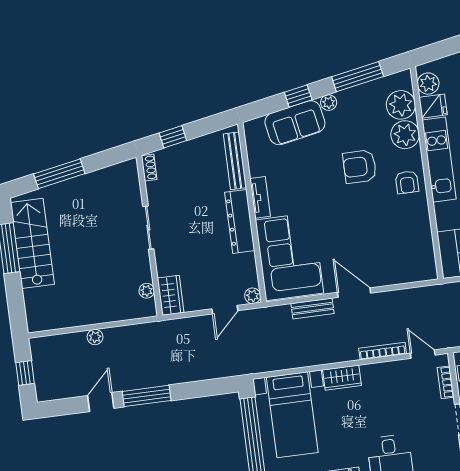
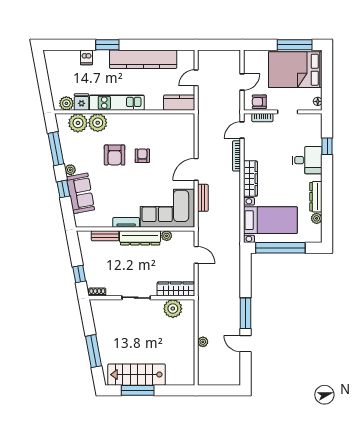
bench: (235, 161) -> (105, 236), width x0.73
armchair: (407, 182) -> (142, 156), moved, turned -90
plant: (147, 291) -> (173, 309), width x1.88, depth x1.88
wardrobe: (171, 295) -> (176, 289), width x1.50
plant: (253, 296) -> (167, 236), moved
window: (25, 373) -> (220, 390), removed
wardrobe: (342, 378) -> (250, 179), width x1.50

